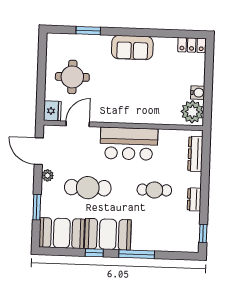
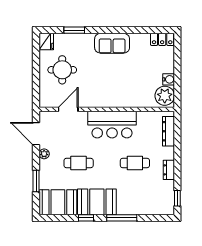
fridge: (52, 111) -> (46, 42), moved
cafe table: (88, 188) -> (79, 163), width x0.73, depth x0.74

